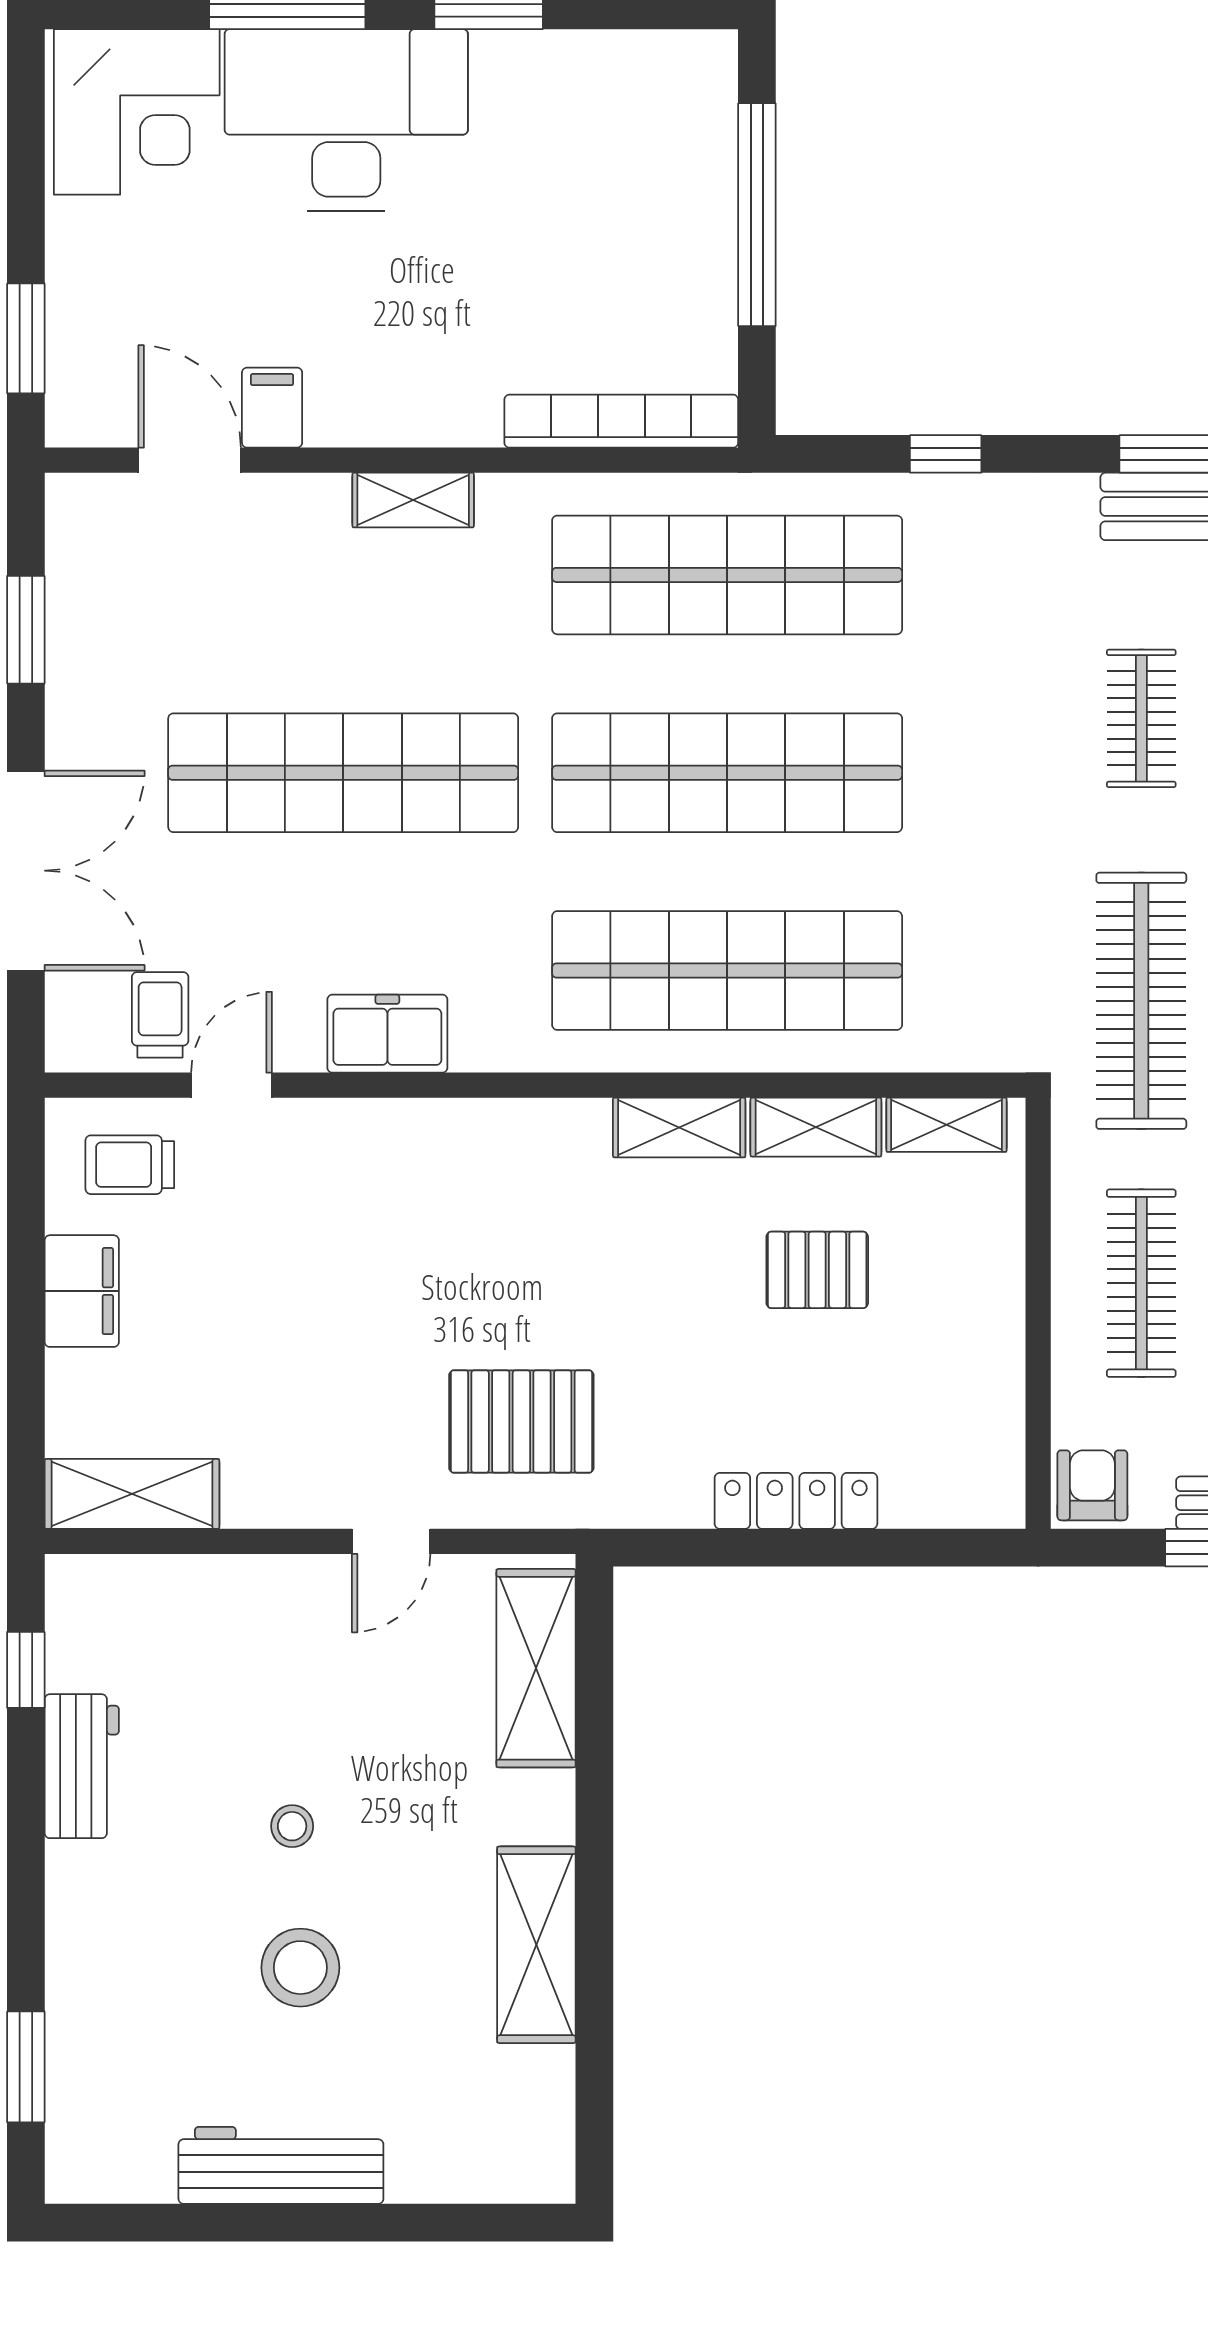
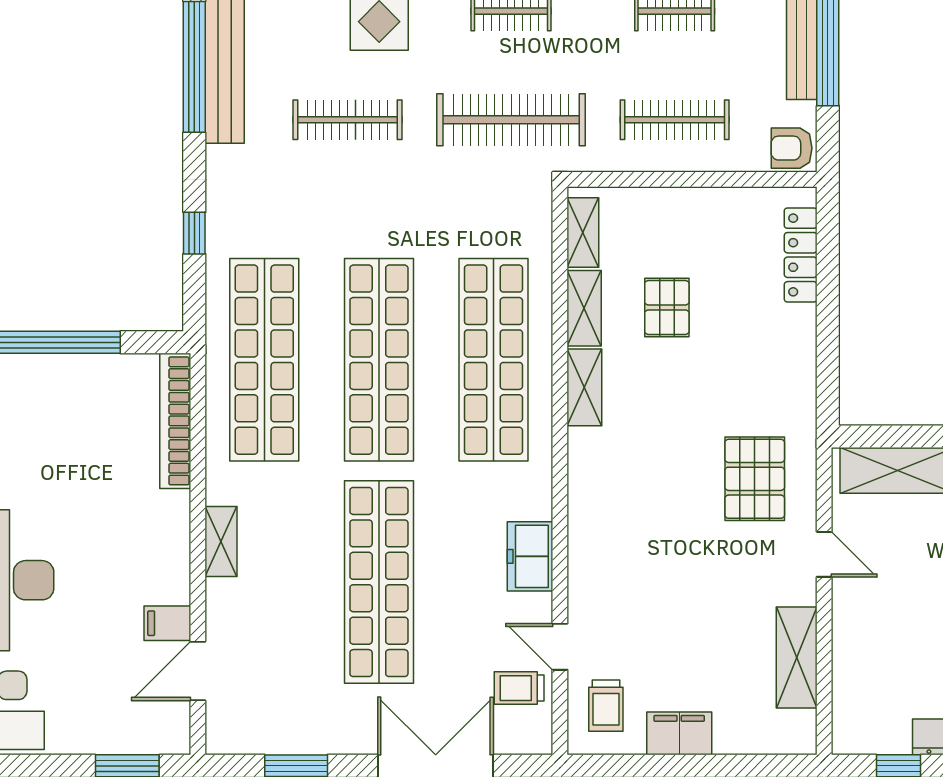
clothes rail: (1141, 718) -> (347, 120), width x1.36
shelving: (132, 1494) -> (797, 657), moved
locker: (796, 1501) -> (801, 255), moved

